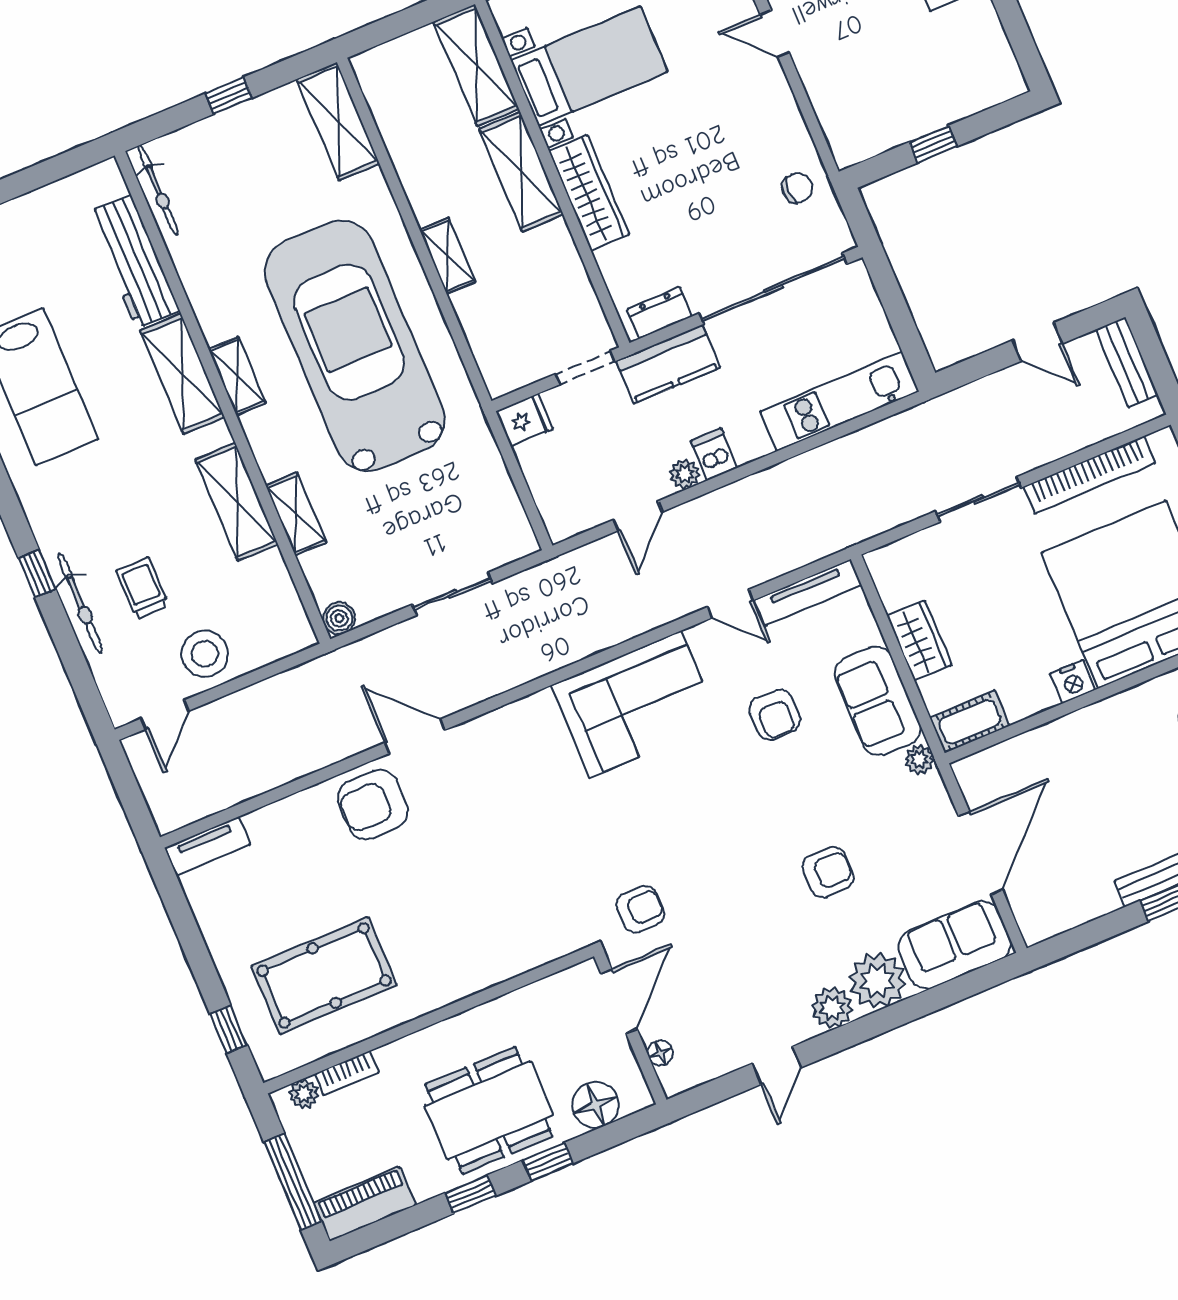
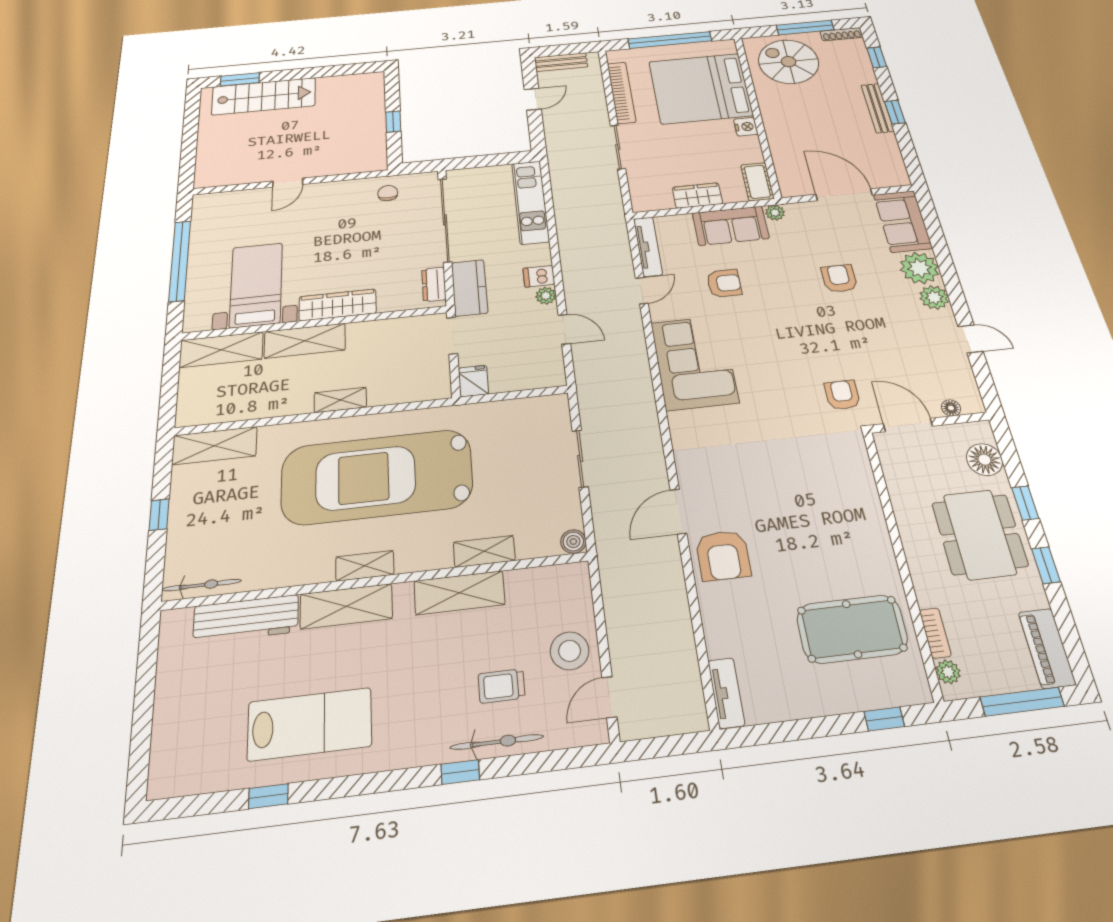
door: (165, 715) -> (609, 697), swing flipped
pool table: (324, 976) -> (852, 629), turned 90

